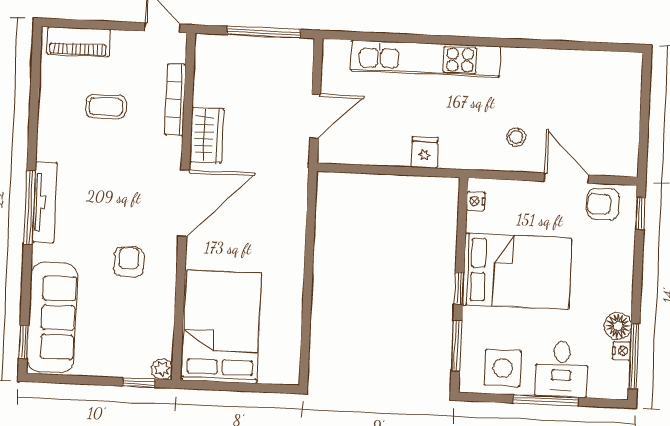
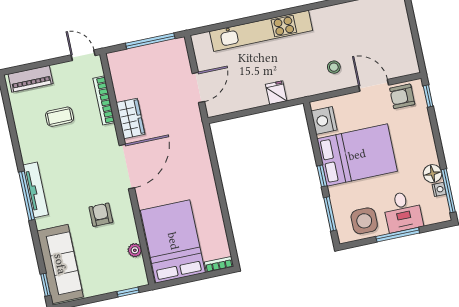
nightstand: (476, 201) -> (324, 120), width x1.89, depth x1.79
plant: (162, 369) -> (135, 250), moved
bookcase: (279, 377) -> (219, 264), added

